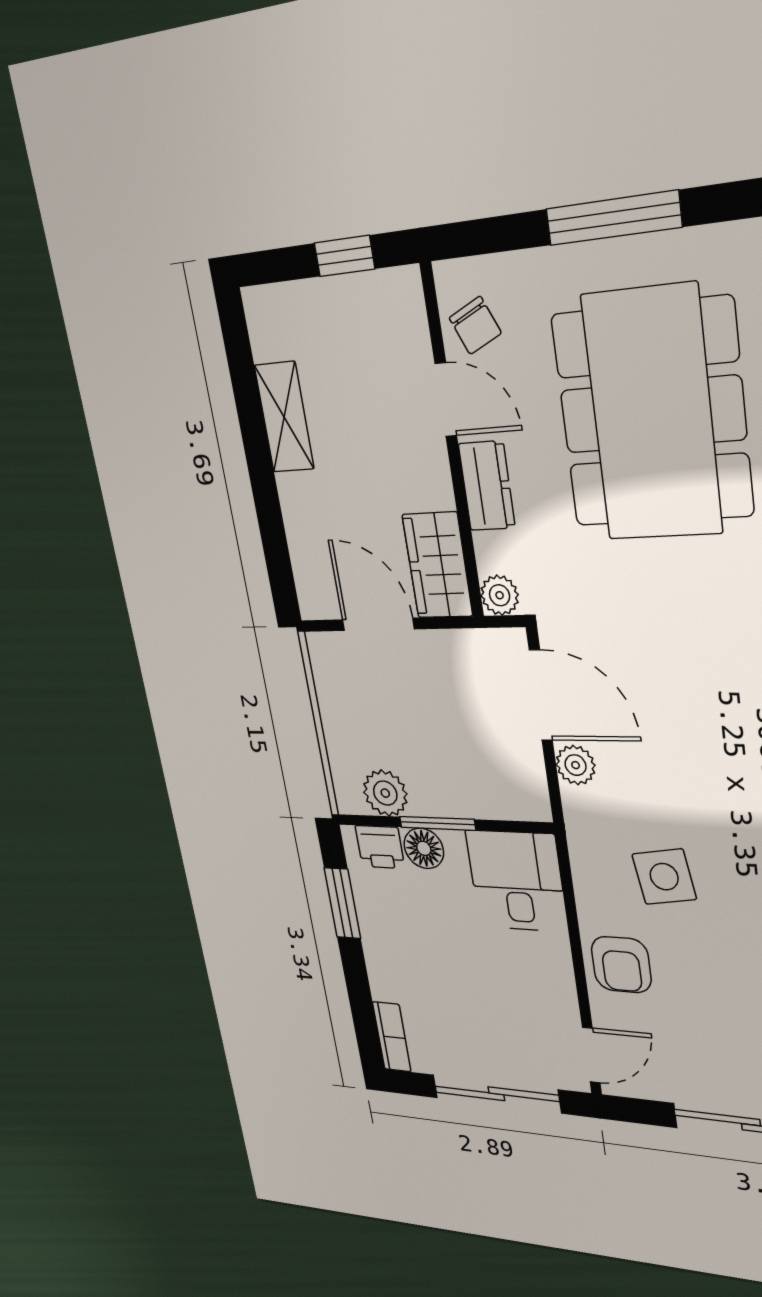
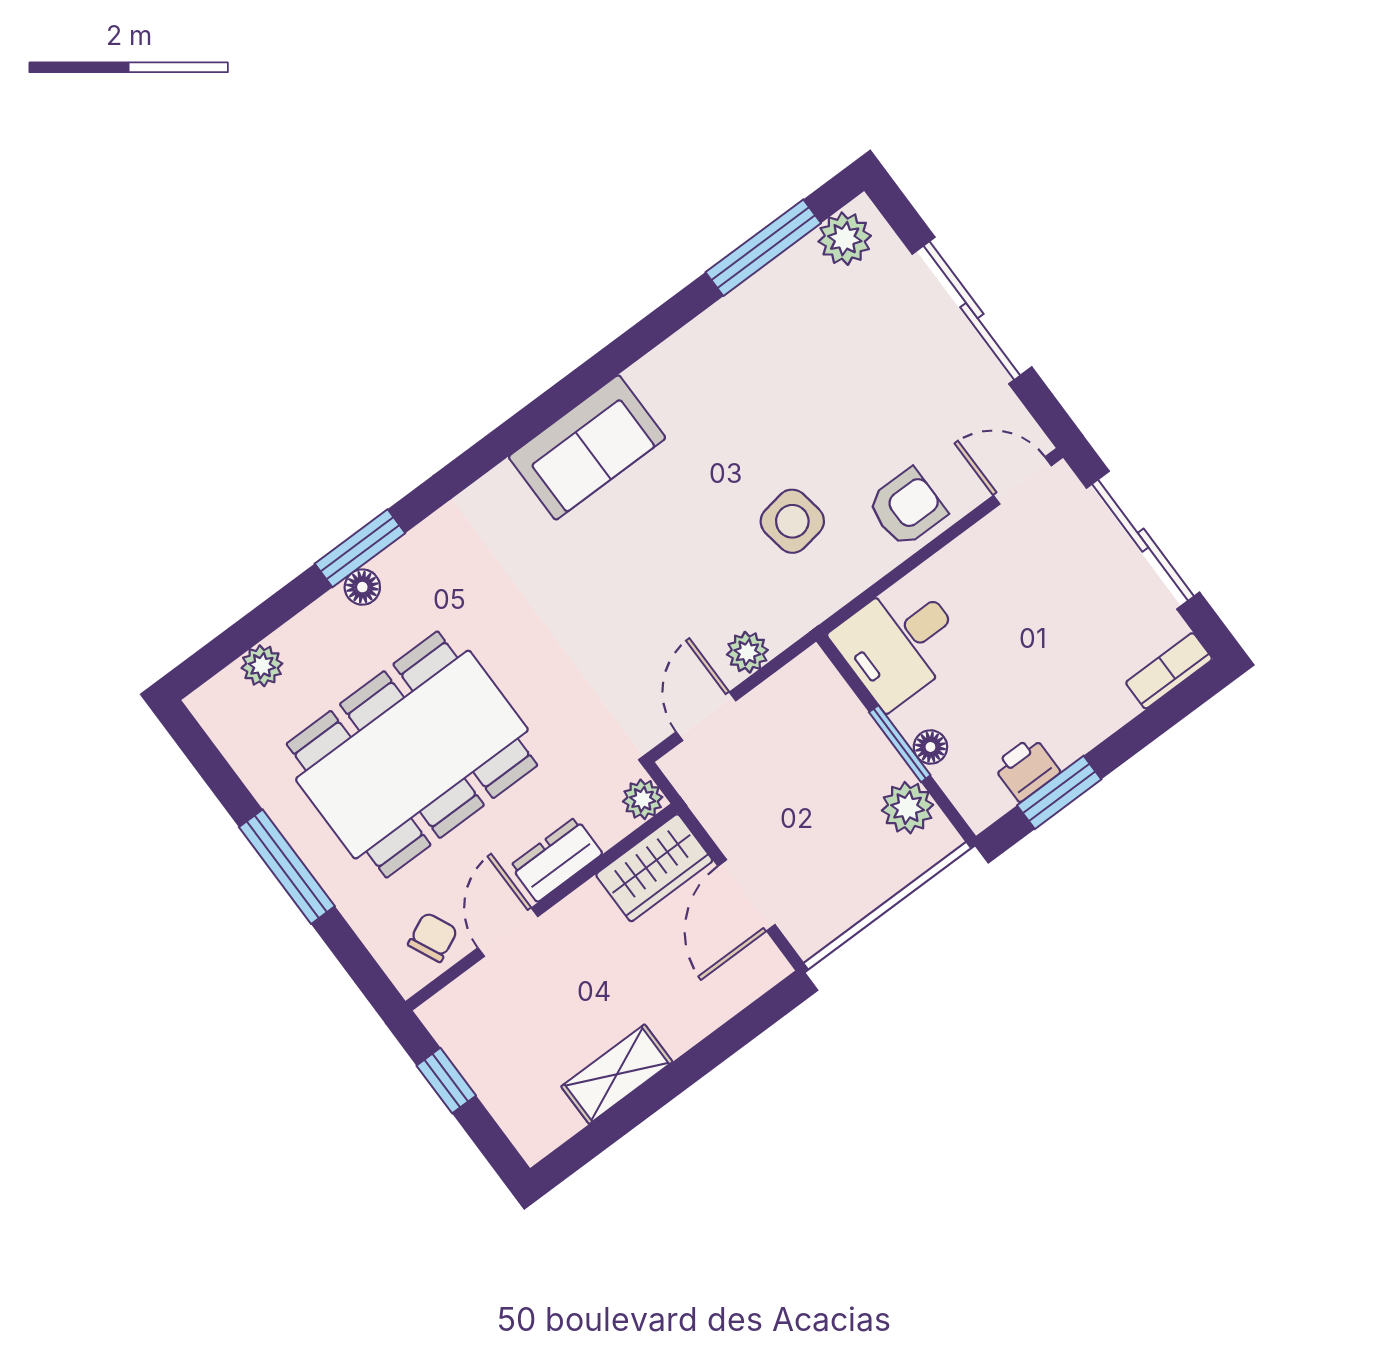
door: (541, 695) -> (706, 716), width x0.73
printer: (380, 847) -> (1026, 769), moved, turned -90
floor lamp: (424, 848) -> (930, 747), width x0.73, depth x0.73

